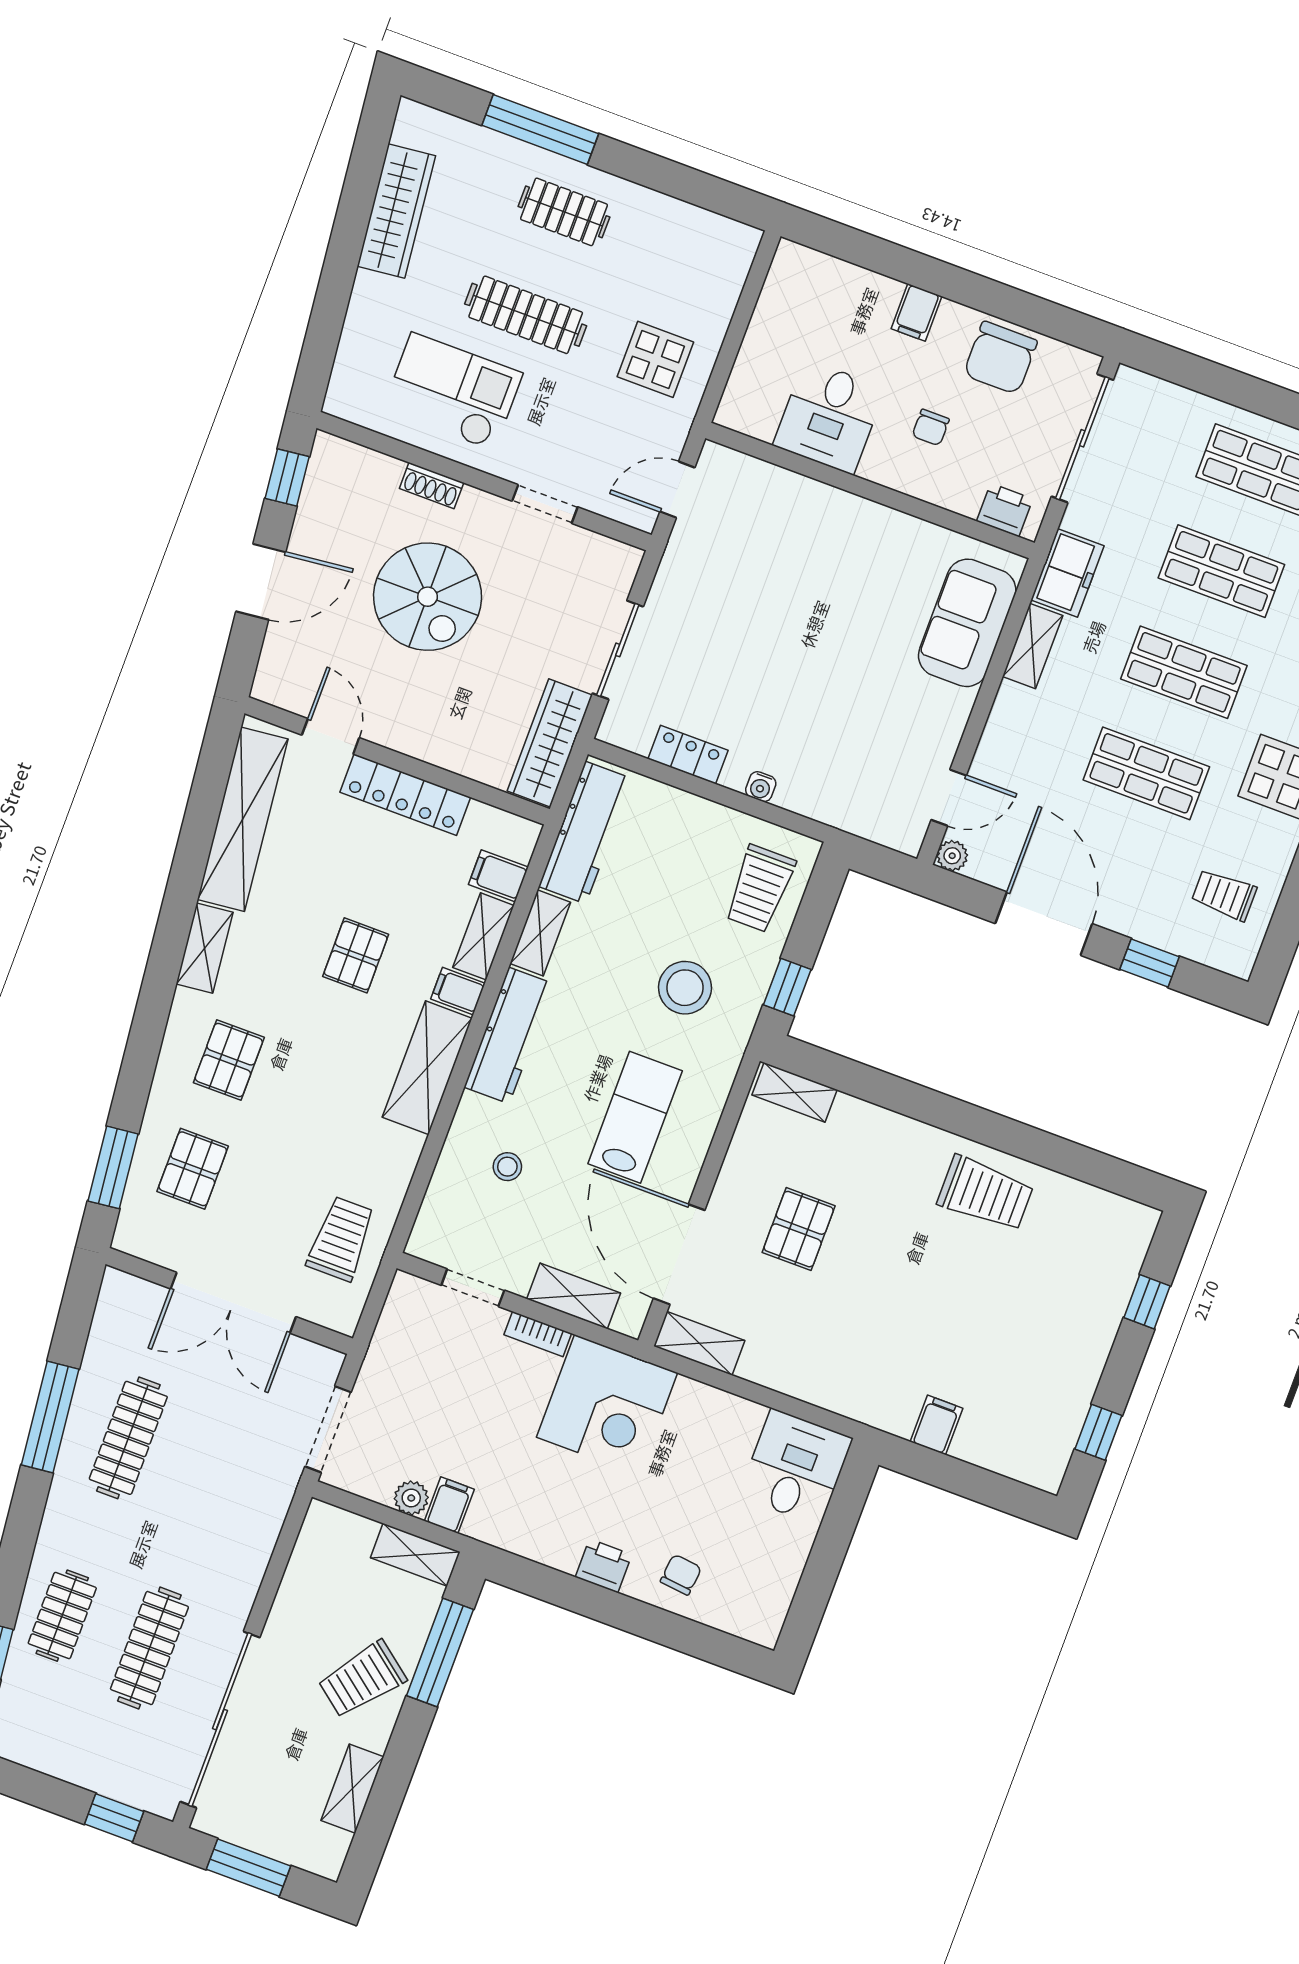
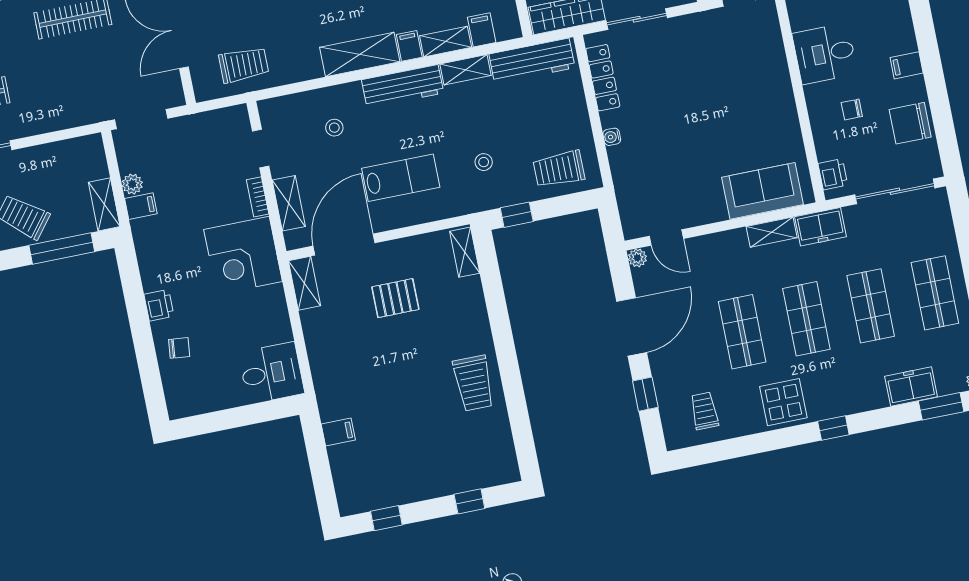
locker: (688, 755) -> (603, 78), width x1.53
stool: (685, 988) -> (484, 162), width x0.53, depth x0.53

